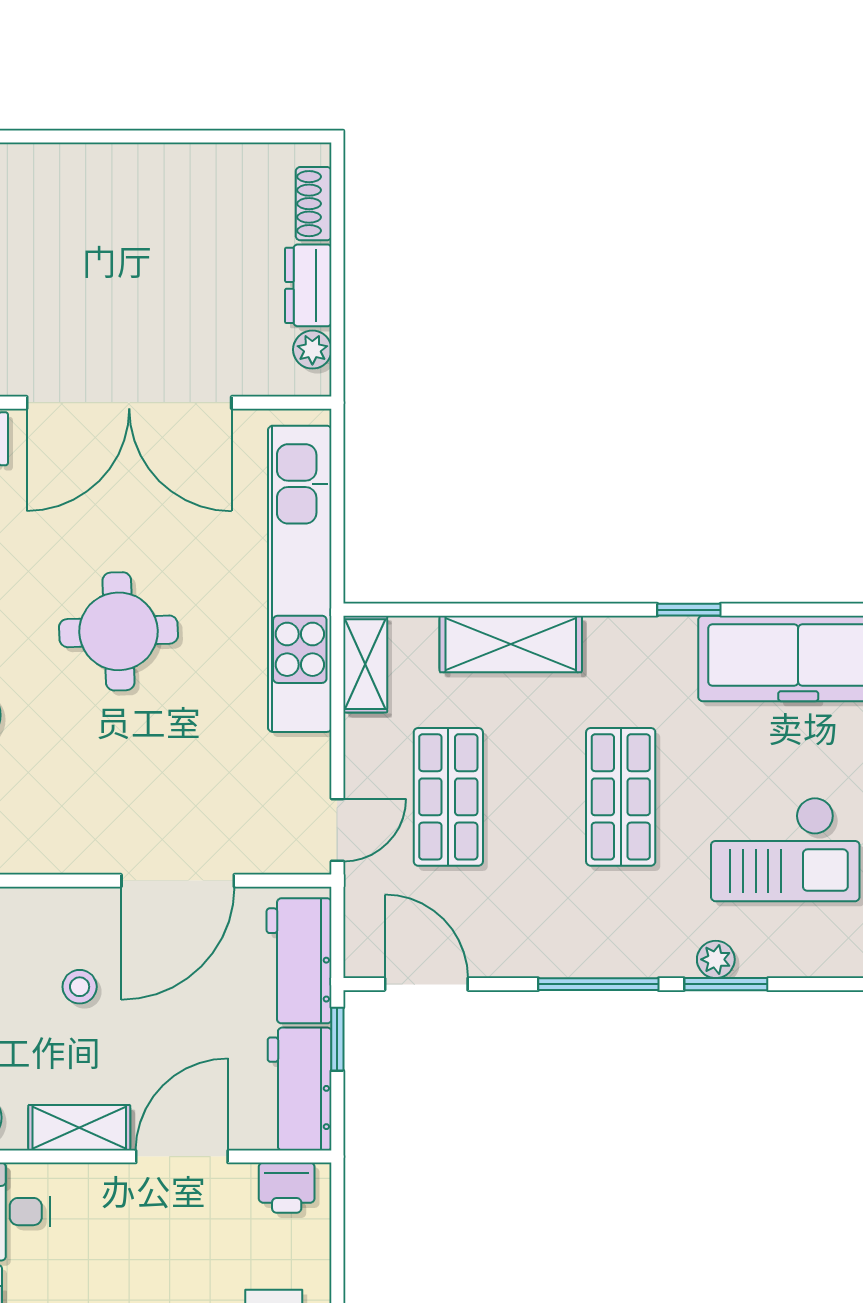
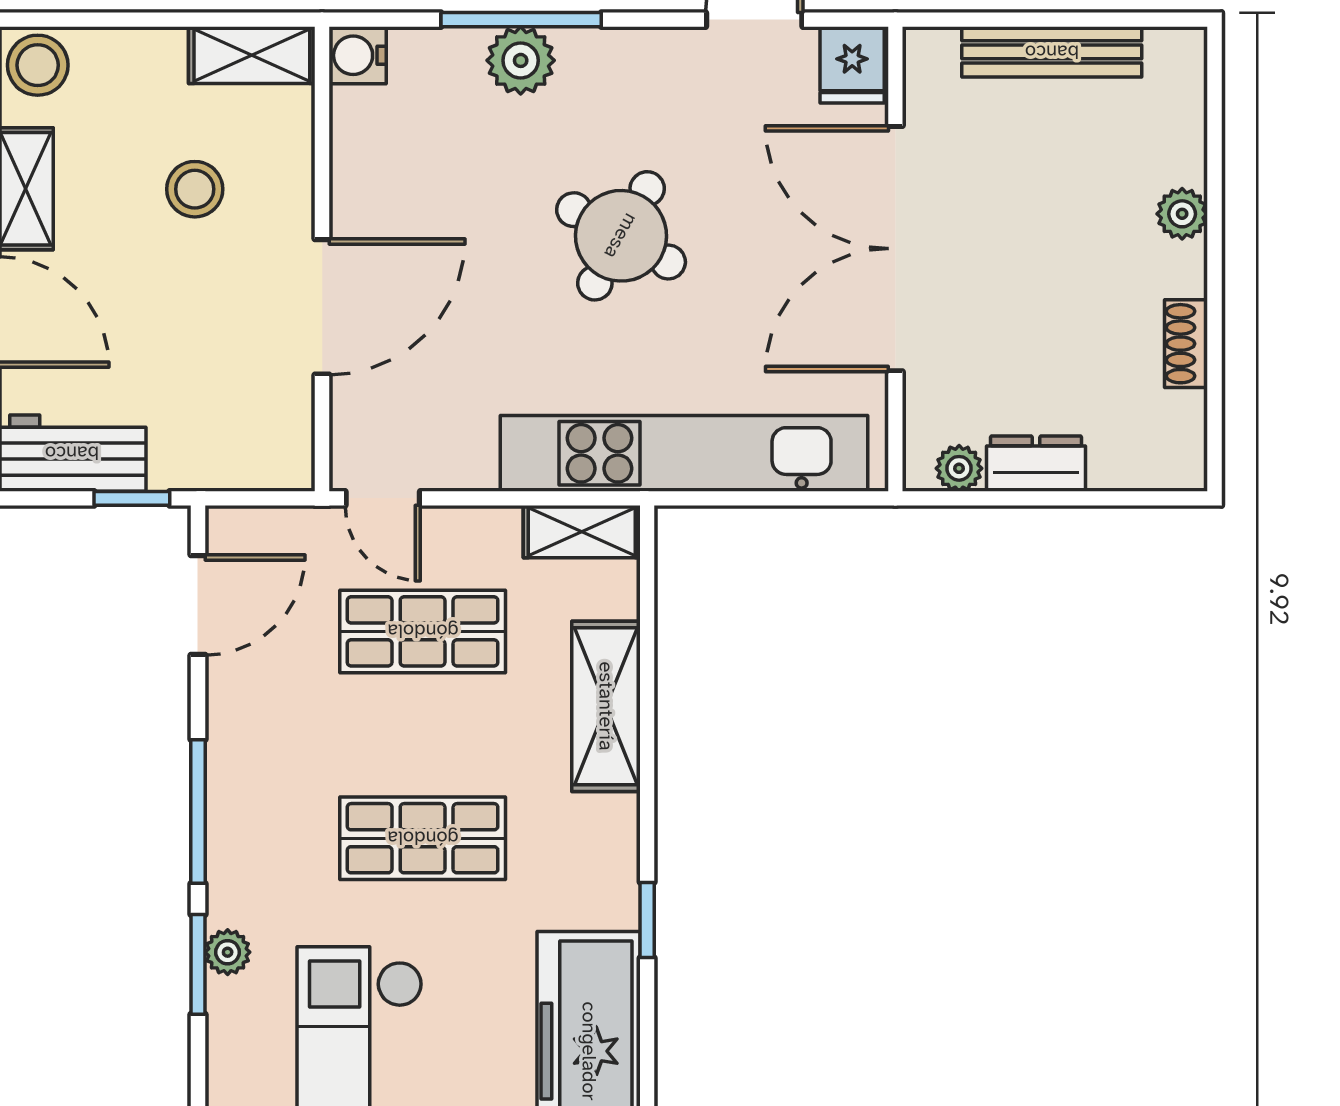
plant: (100, 164) -> (1182, 214), added
shoe rack: (314, 204) -> (1186, 344), moved, turned -90
round table: (119, 631) -> (621, 236), turned 31
door: (178, 881) -> (322, 307), swing flipped
workbench: (299, 961) -> (226, 452), removed
stool: (80, 987) -> (195, 189), width x1.37, depth x1.37

